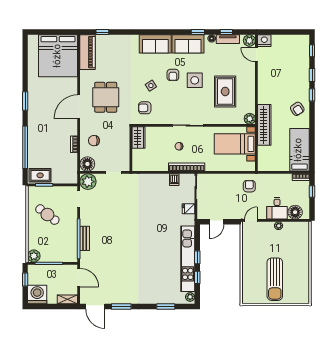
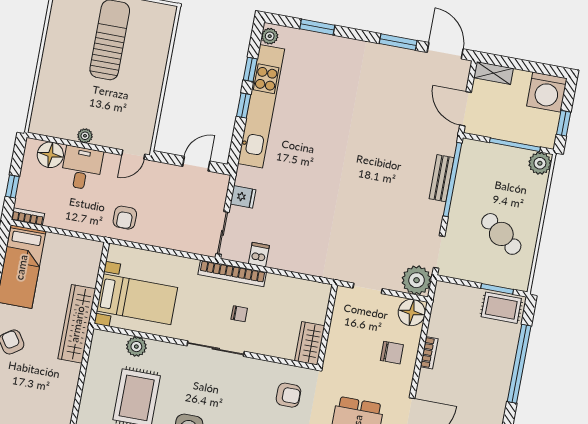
plant: (250, 119) -> (136, 347), moved

